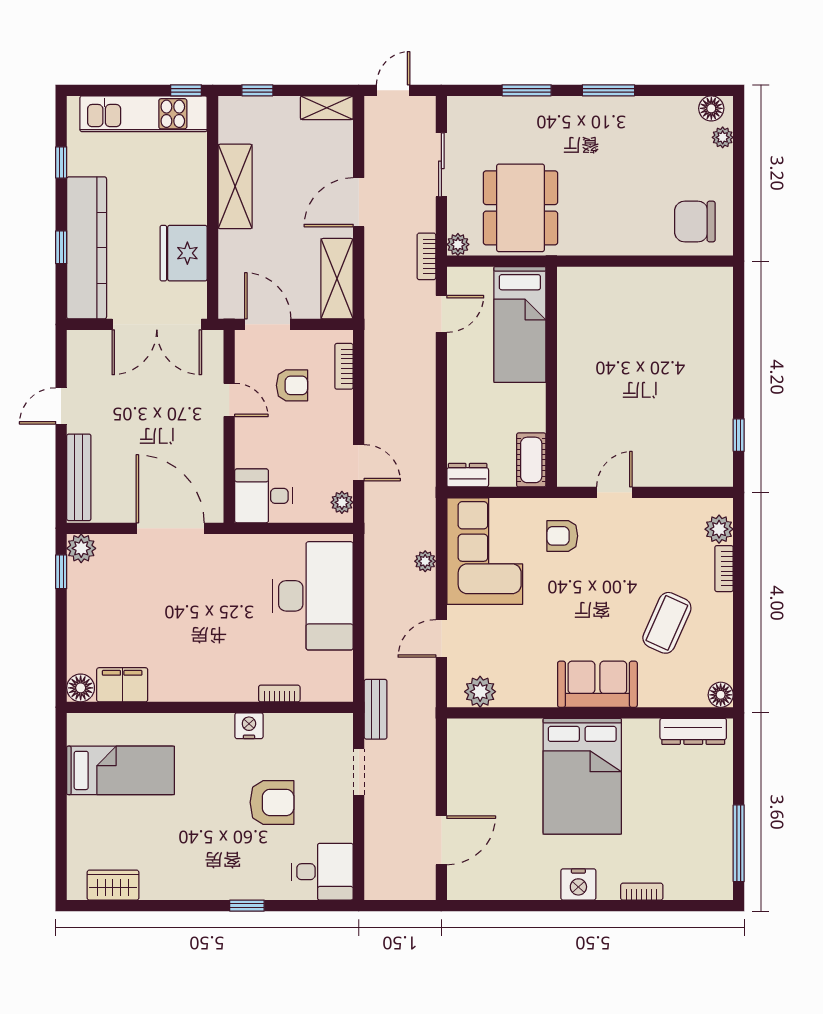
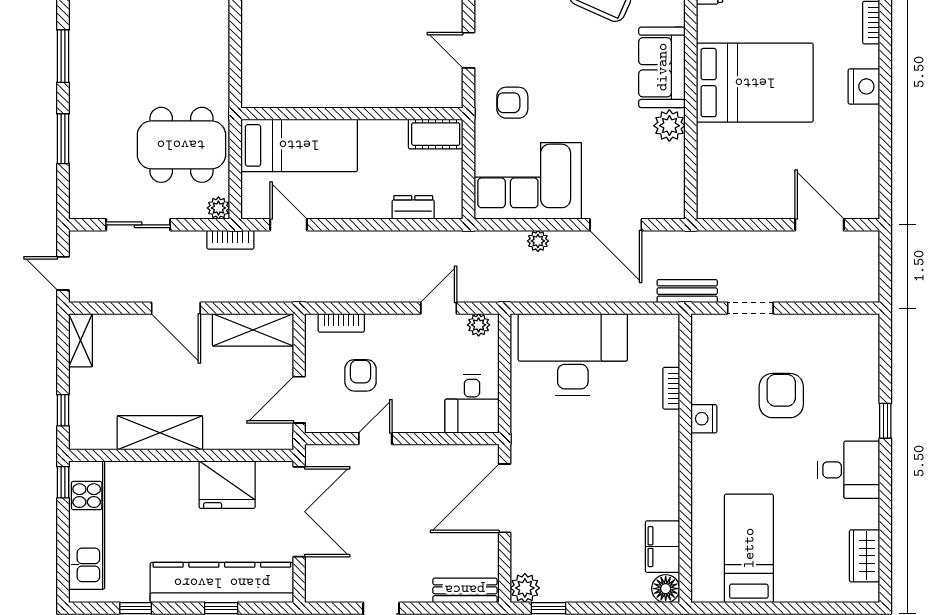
dresser: (468, 475) -> (413, 207), moved, turned 90
bench: (79, 477) -> (465, 590), width x0.73
armchair: (562, 536) -> (512, 103), turned 90
door: (441, 638) -> (616, 225), width x1.38
plant: (480, 692) -> (669, 126), moved
desk: (322, 872) -> (849, 470), moved, turned 90

